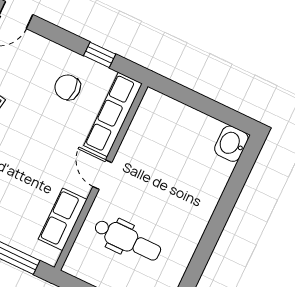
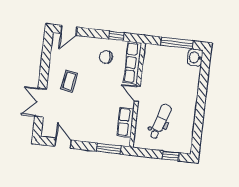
window: (206, 106) -> (177, 43), added
dental chair: (127, 240) -> (160, 121), turned -73

